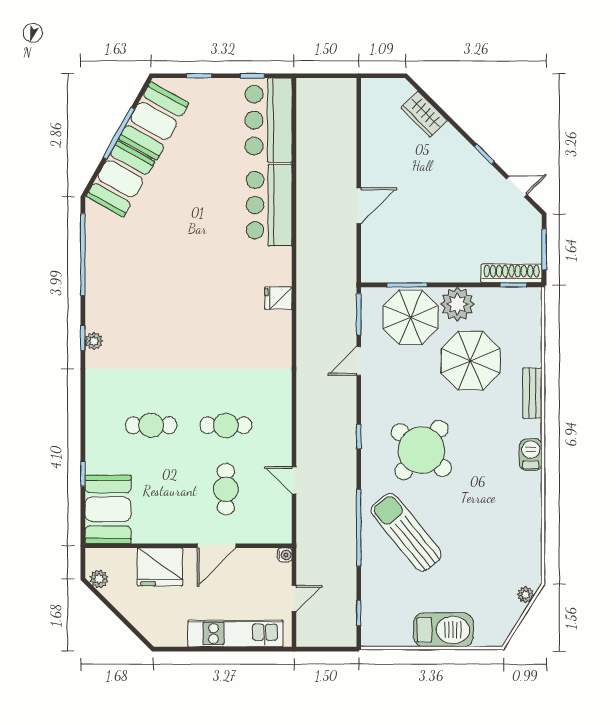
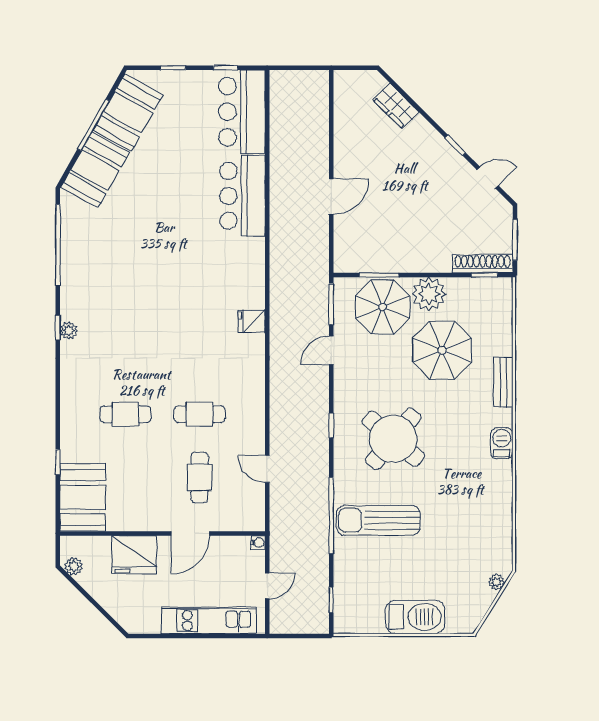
fridge: (278, 298) -> (252, 321), moved
sun lounger: (406, 532) -> (378, 520), turned -51

